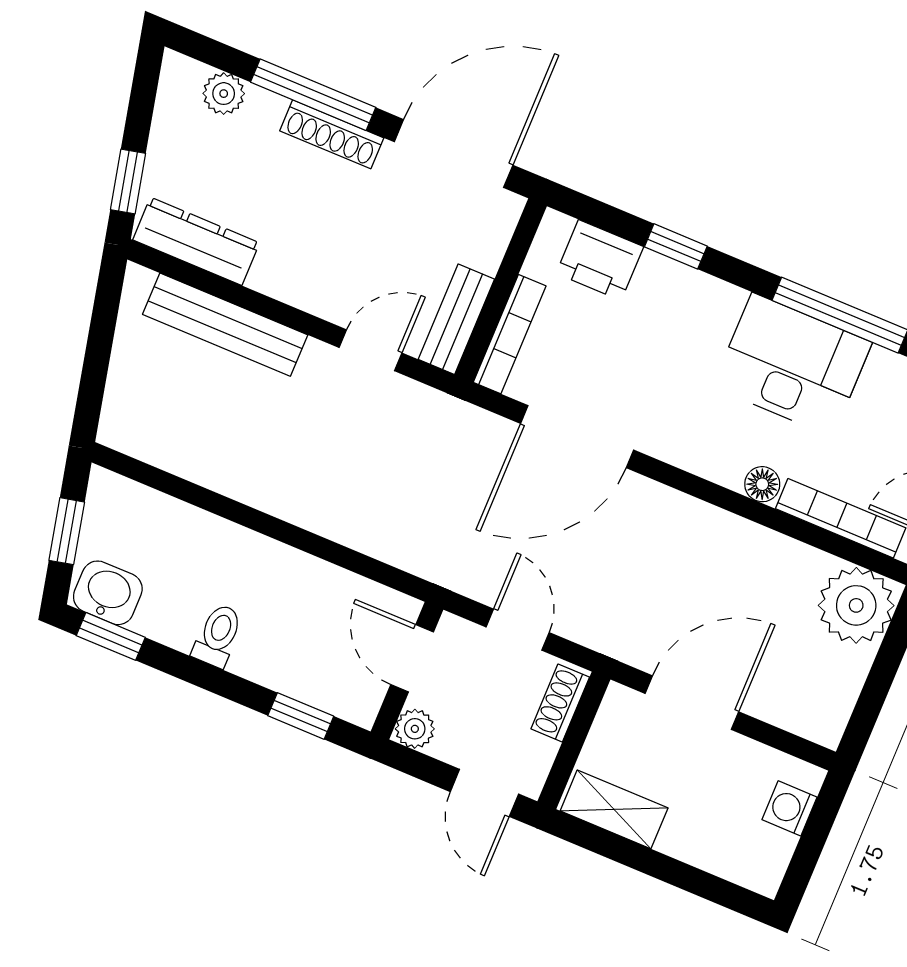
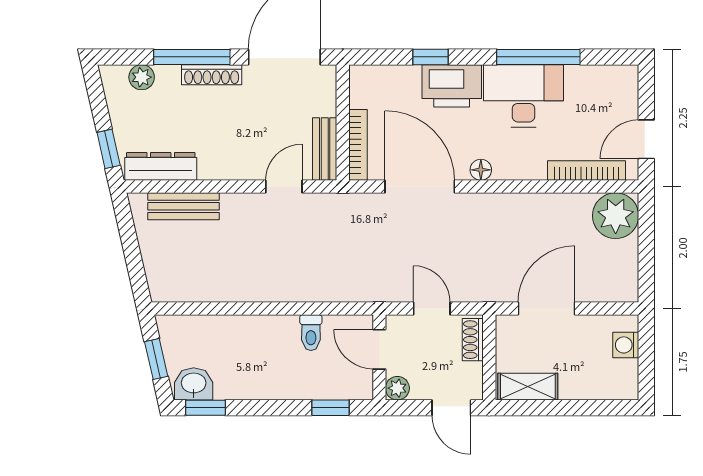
printer: (600, 260) -> (452, 86), moved, width x1.37, depth x1.19
bench: (225, 325) -> (184, 206), width x0.73
door: (577, 437) -> (420, 187), swing flipped
floor lamp: (762, 484) -> (481, 170), moved
toilet: (218, 635) -> (311, 333), moved, turned 180

